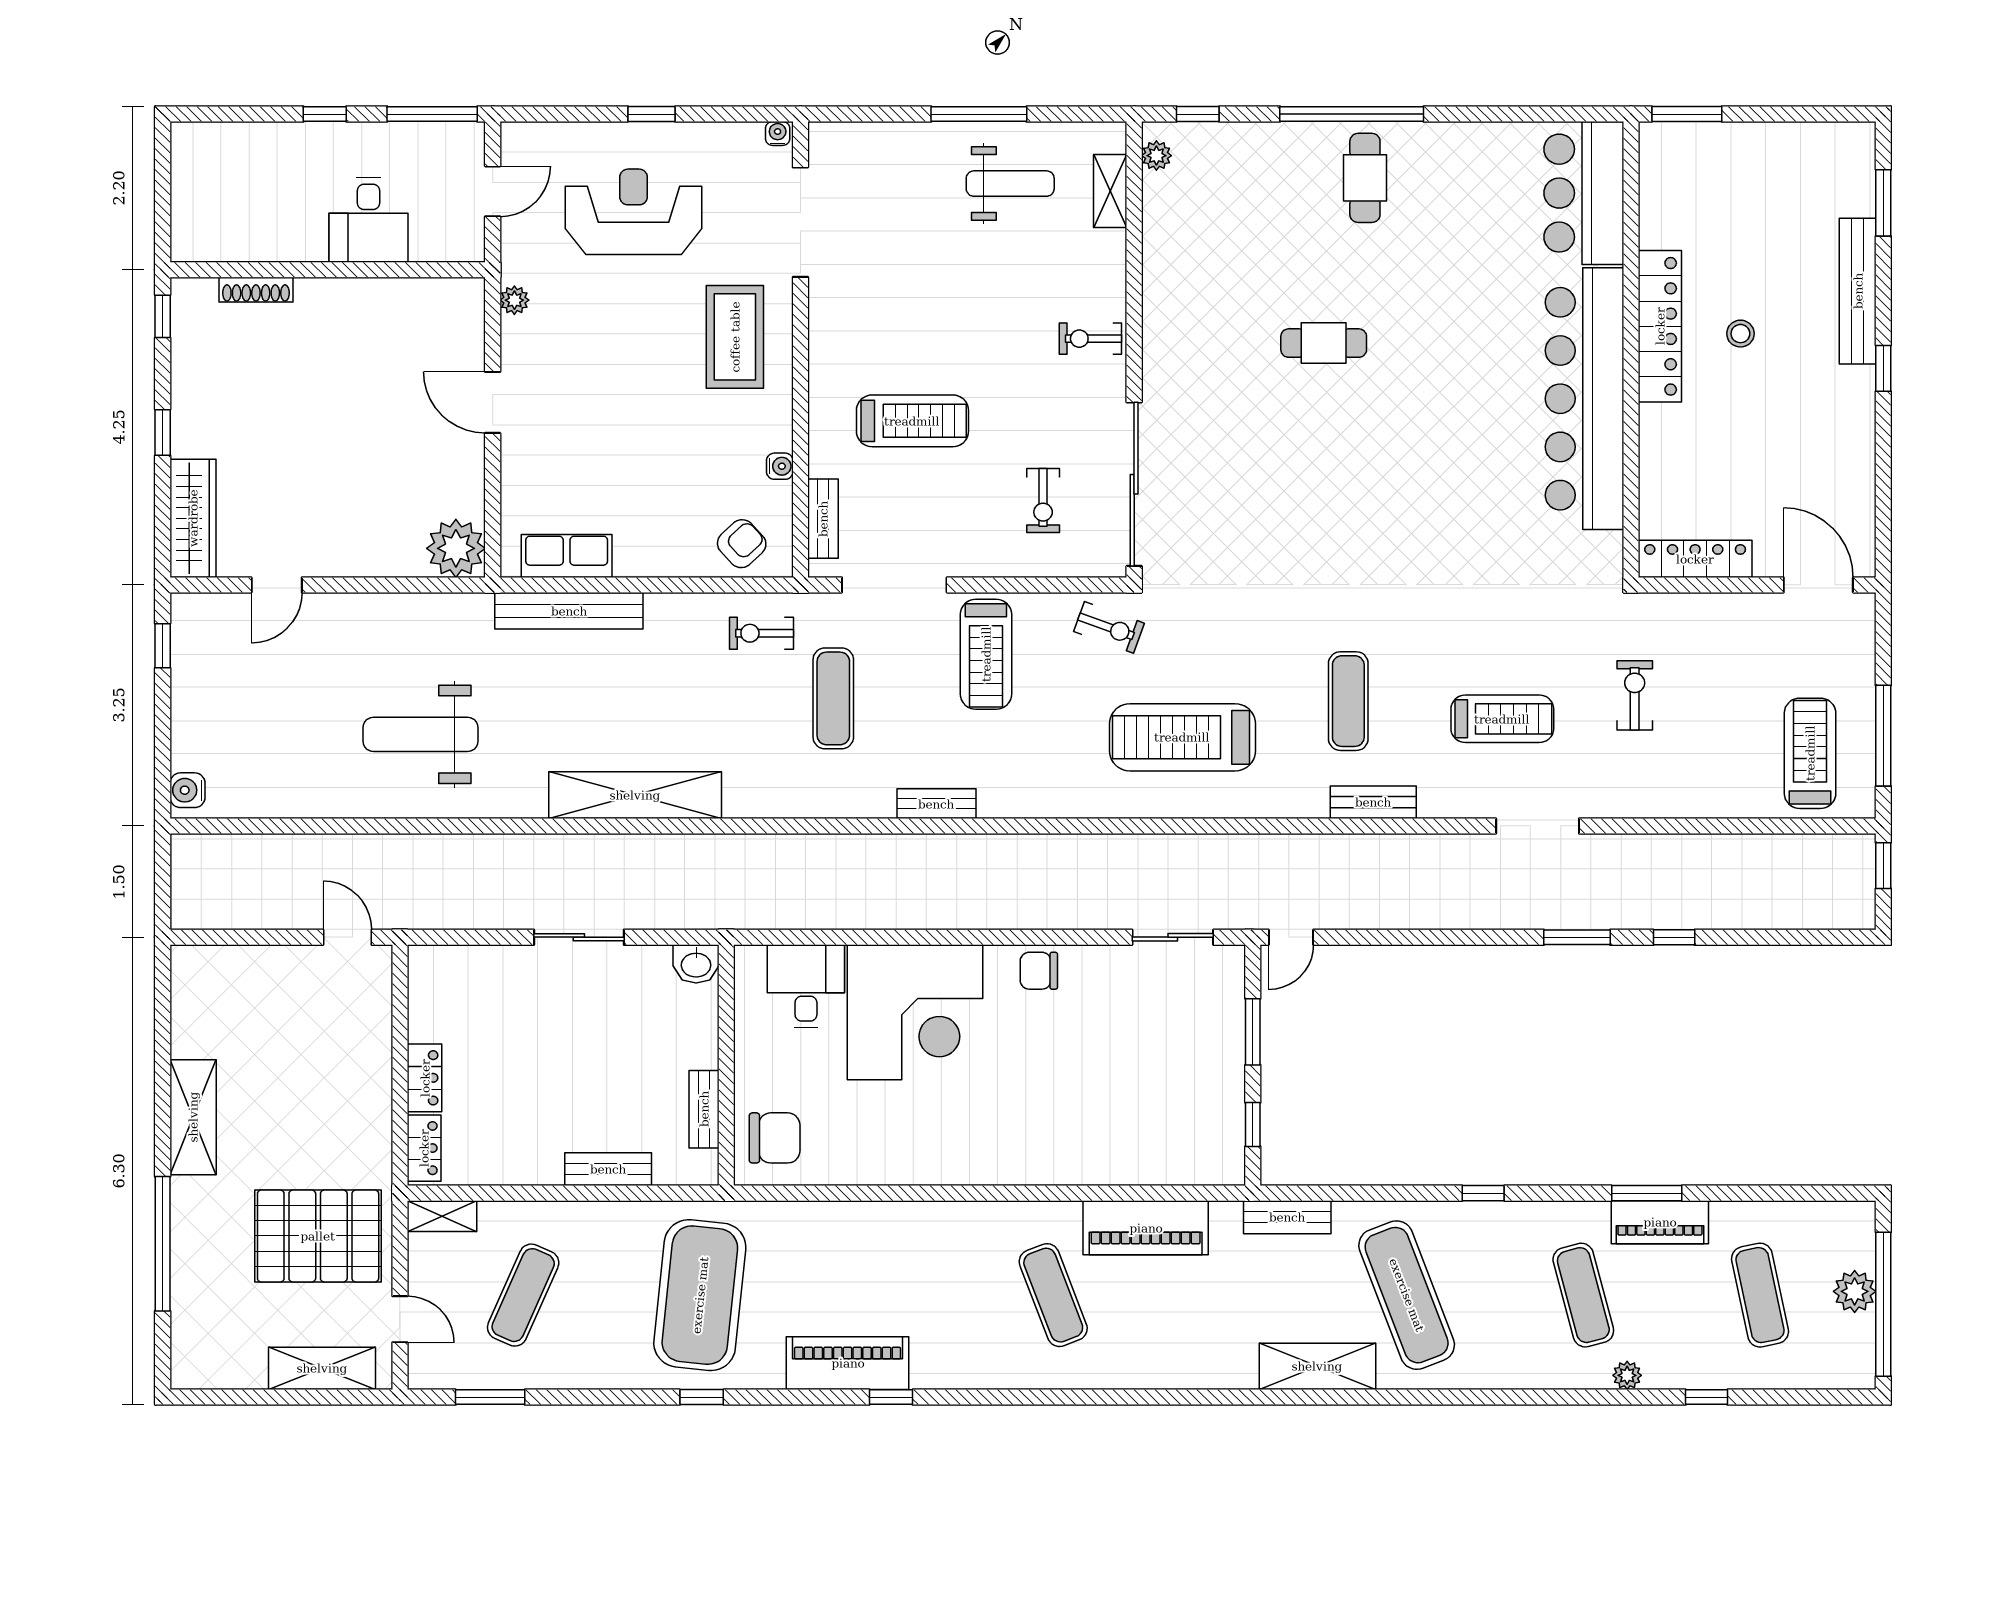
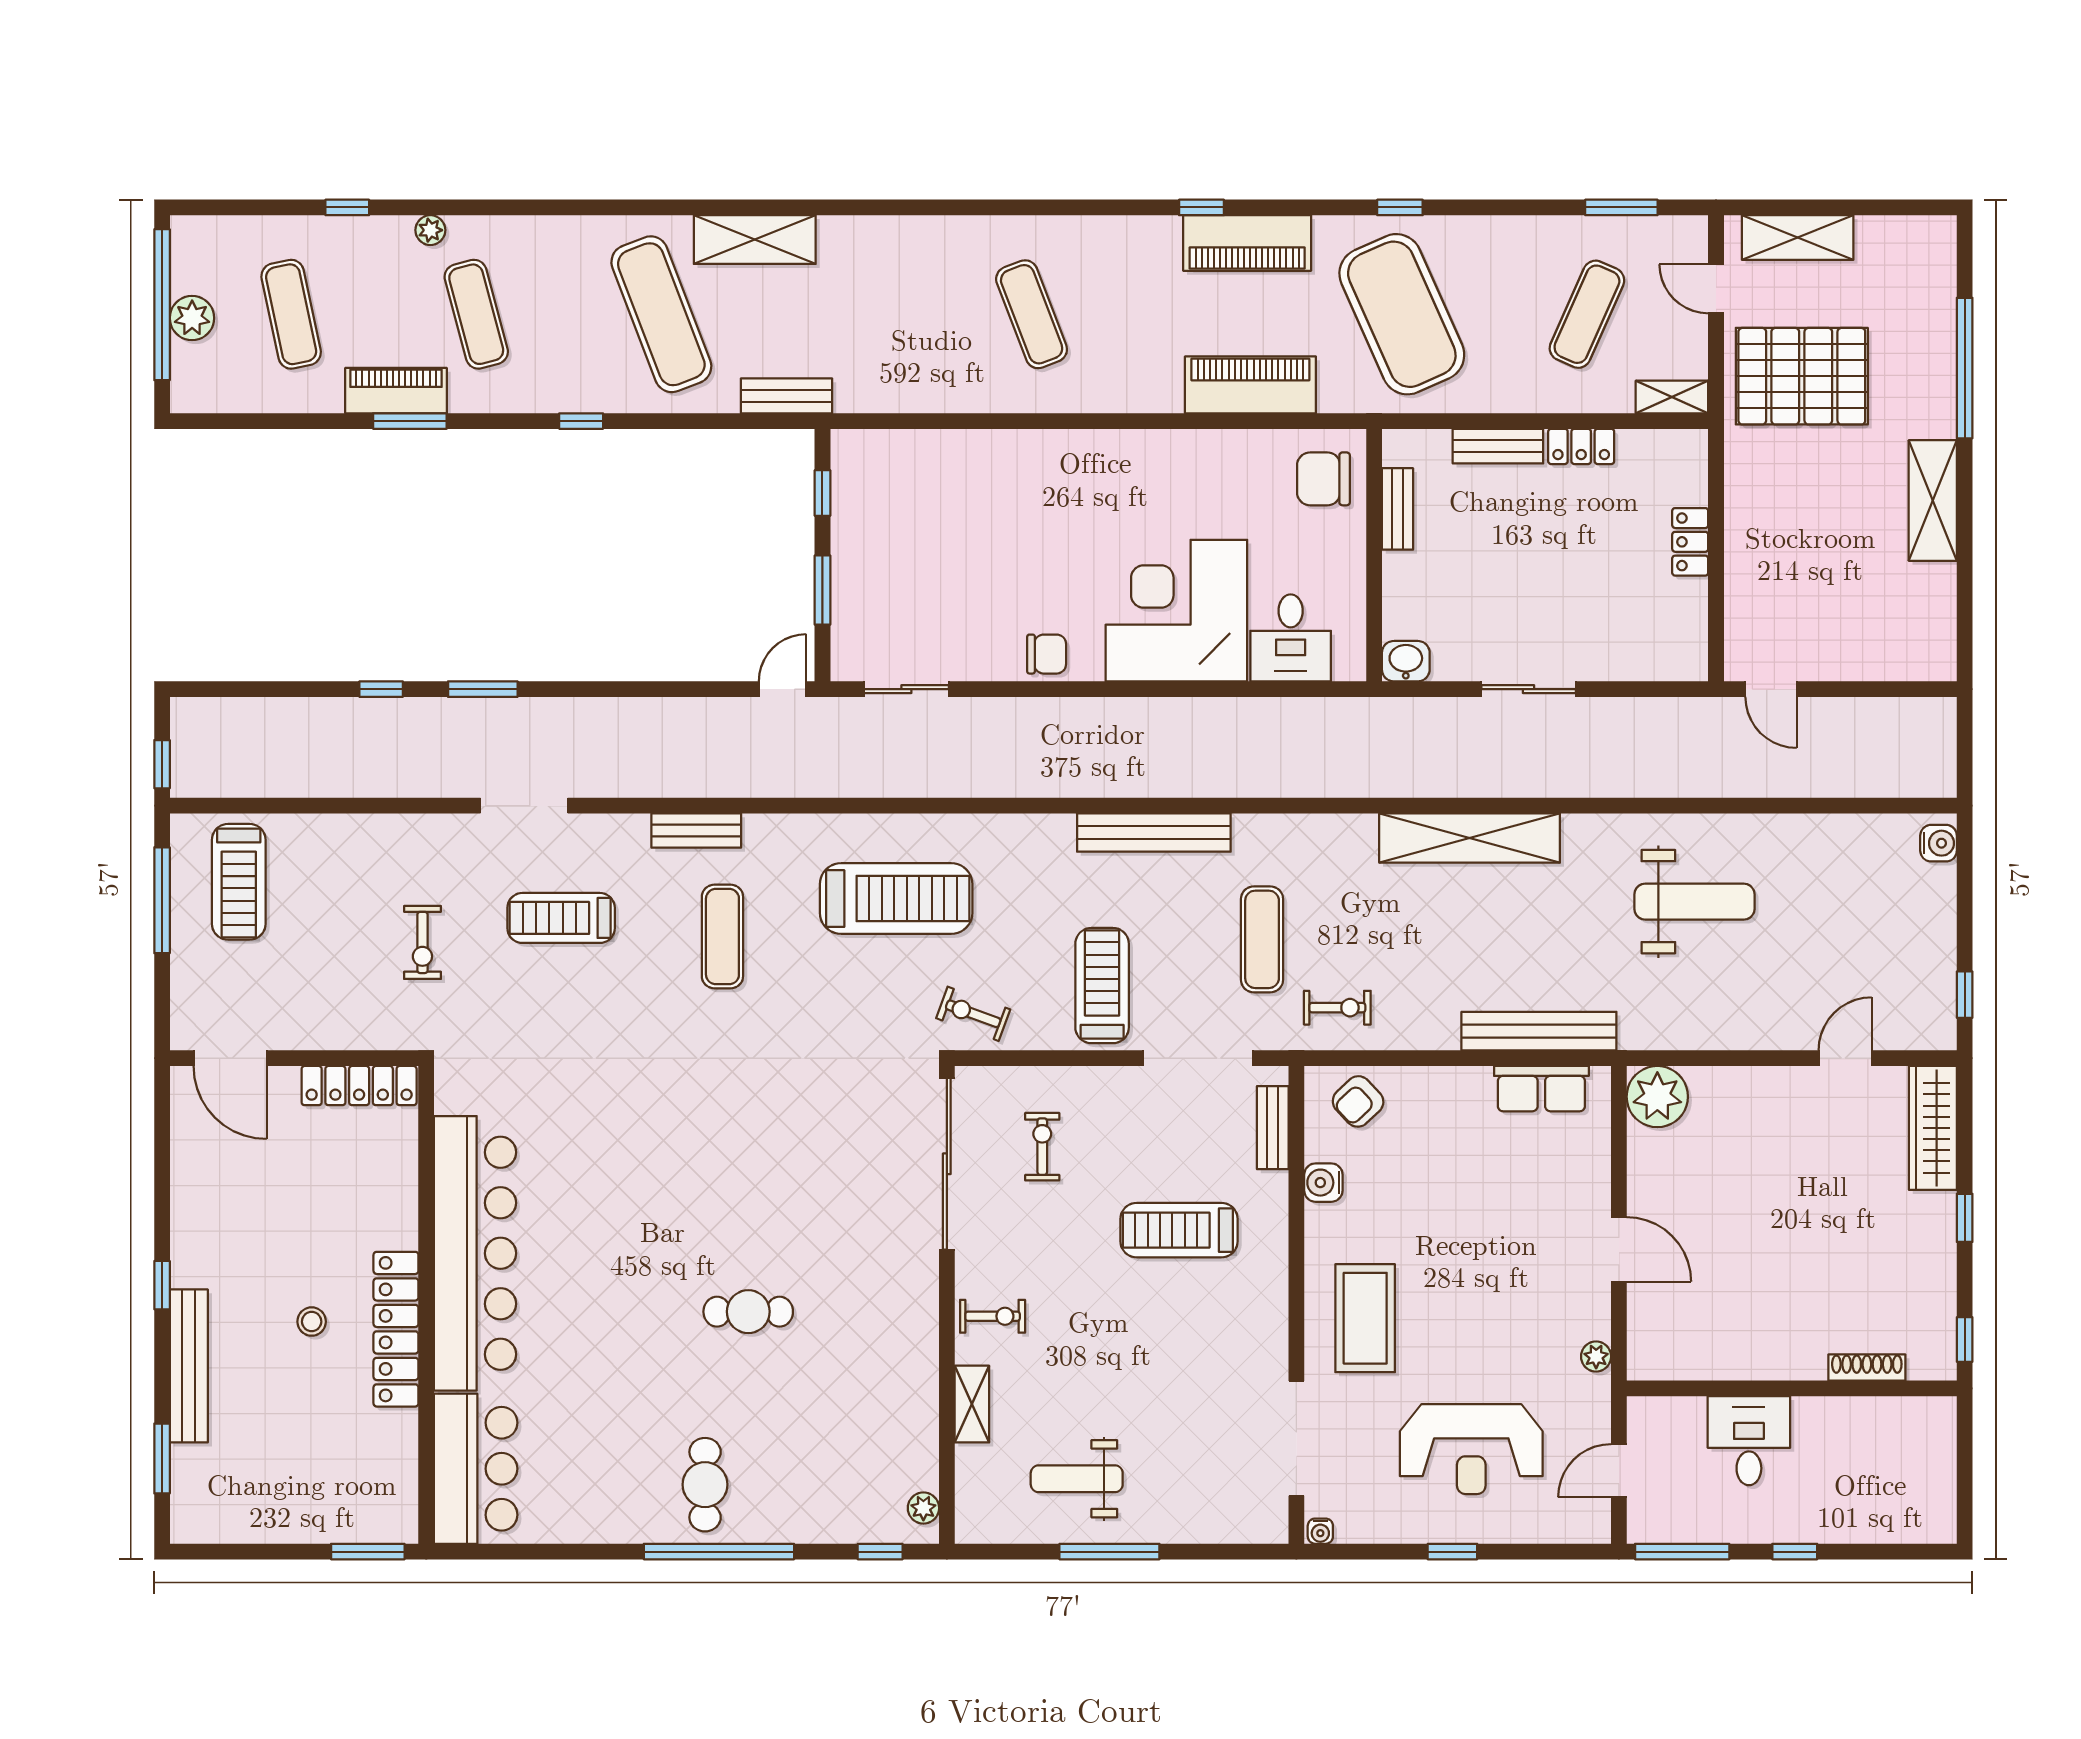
shelving: (1110, 191) -> (972, 1404), moved
water cooler: (780, 466) -> (1323, 1183), width x1.38, depth x1.38
bench: (936, 804) -> (1154, 833), width x1.86, depth x1.21
locker: (424, 1148) -> (1581, 446), moved, turned -90
piano: (1146, 1228) -> (1250, 385), moved
exercise mat: (700, 1295) -> (1402, 314), turned -30

